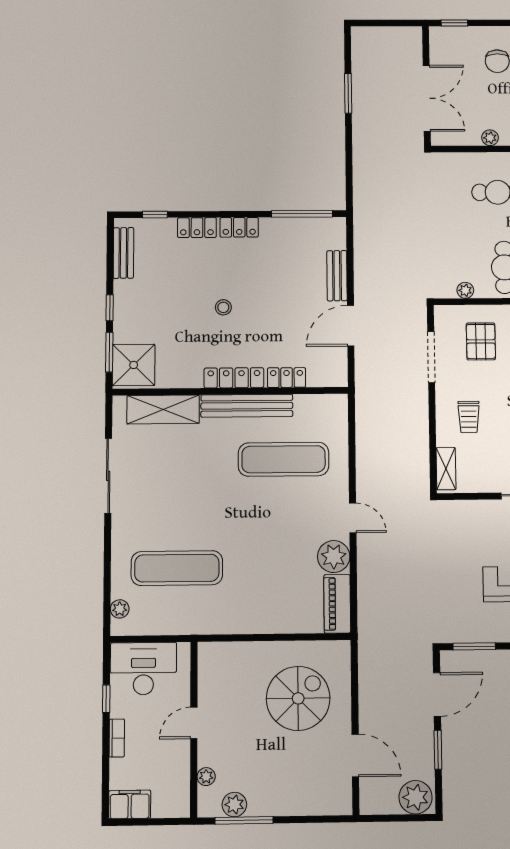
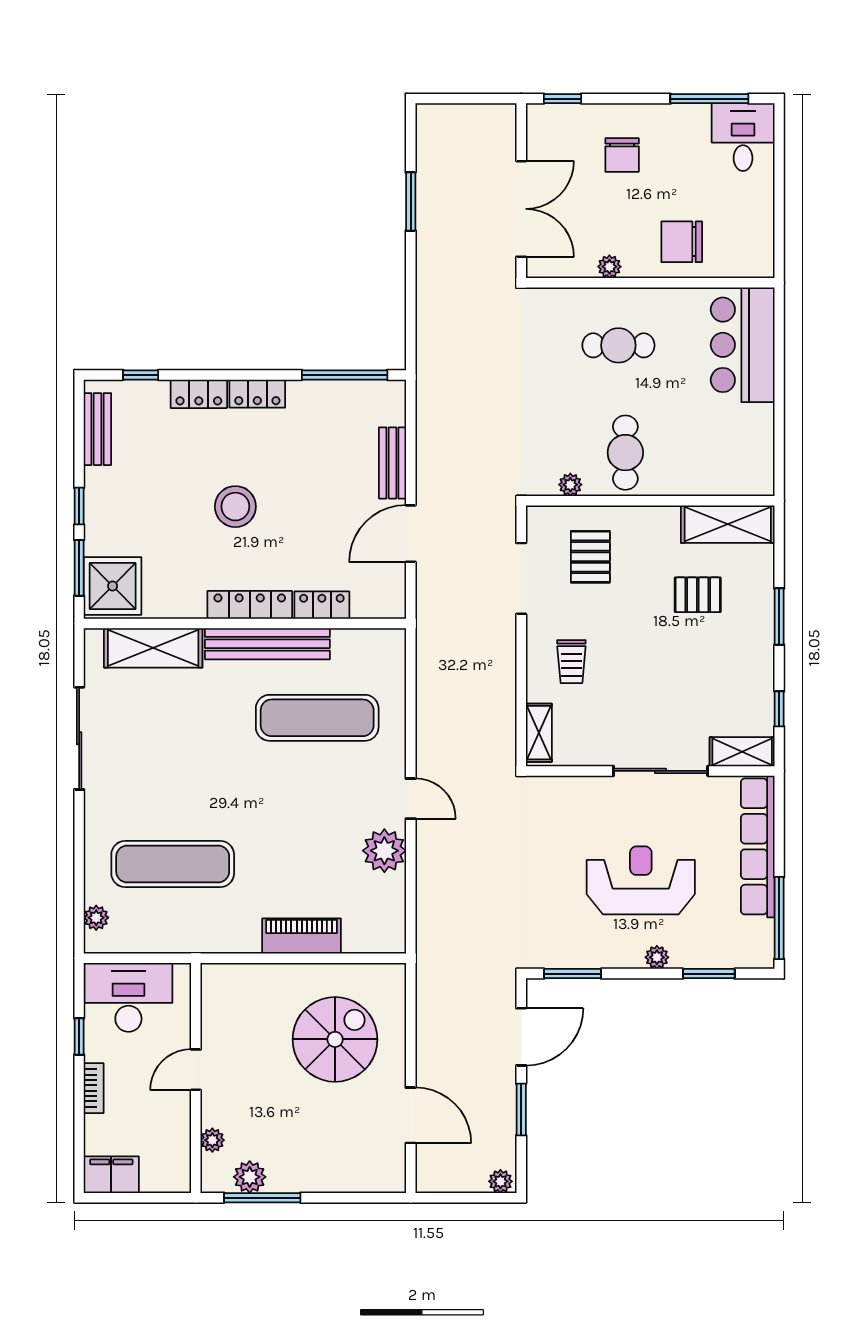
stool: (223, 307) -> (235, 507), width x1.89, depth x1.89
piano: (337, 604) -> (302, 936), moved, turned 90
plant: (416, 797) -> (500, 1181), width x0.53, depth x0.53

